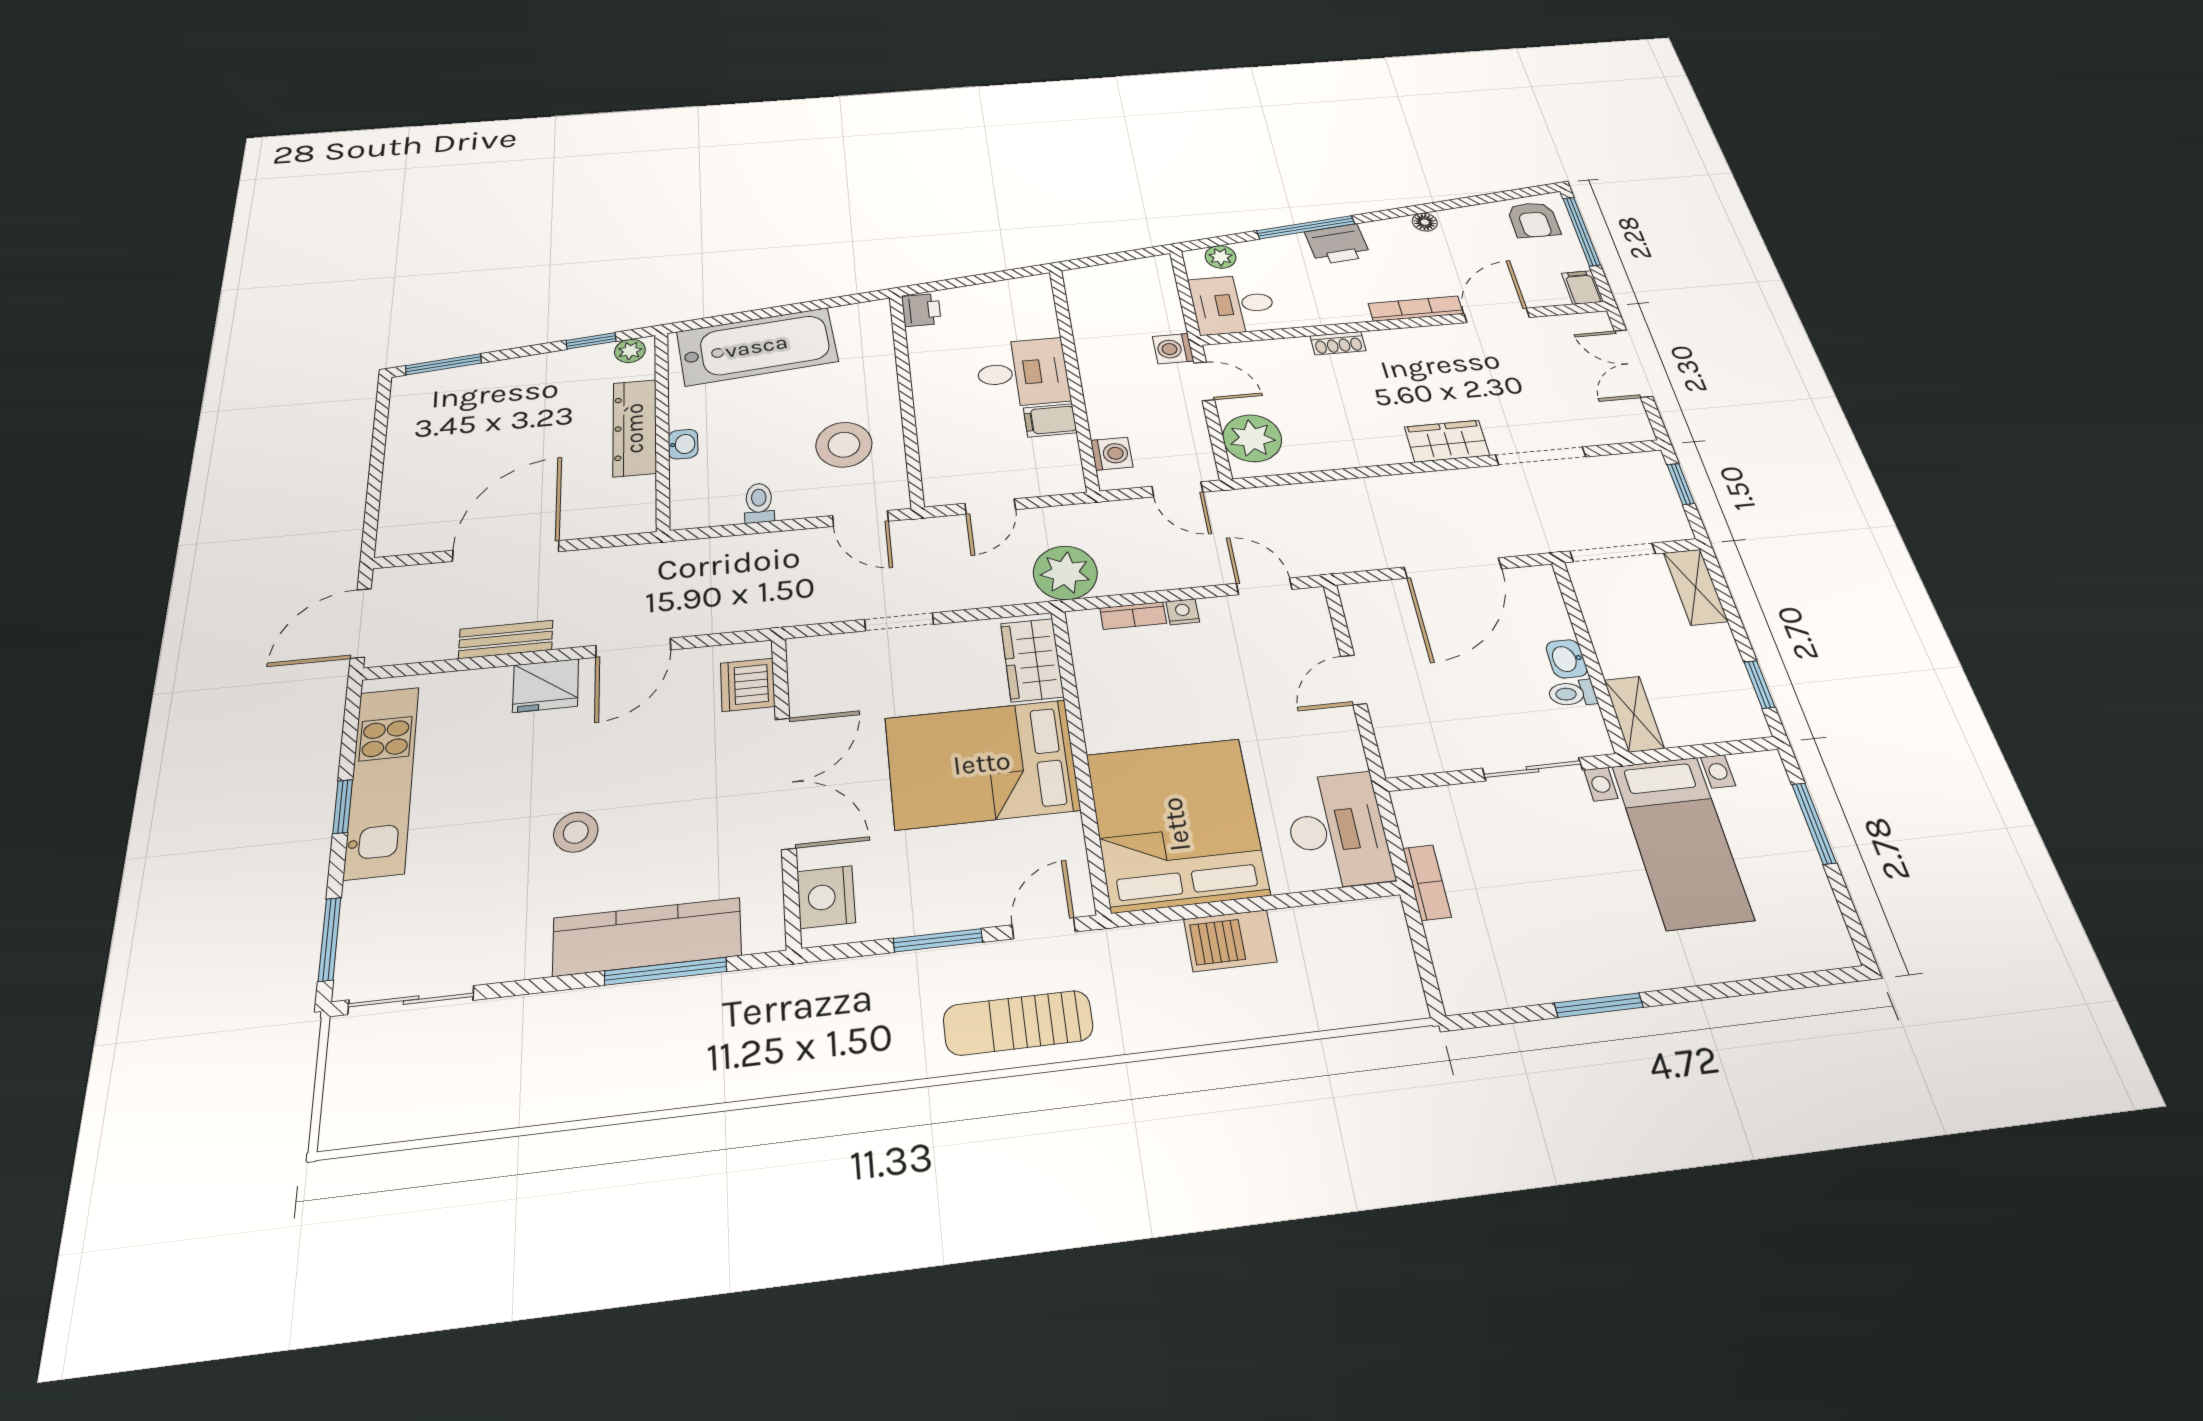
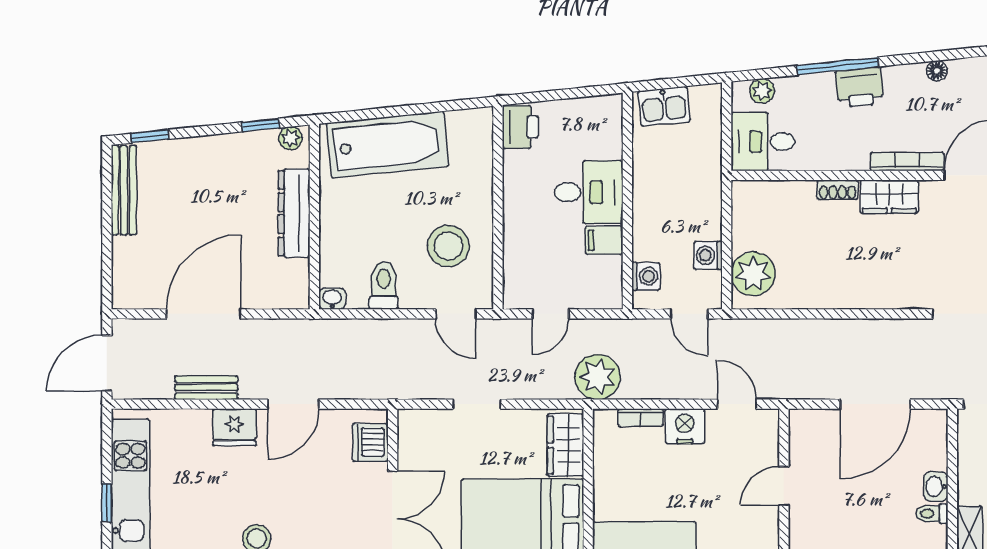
kitchen sink: (1103, 281) -> (664, 106), added
printer: (921, 310) -> (520, 127), width x1.36, depth x1.24
washing machine: (1173, 349) -> (708, 255), moved
window: (443, 364) -> (150, 136), width x0.67
door: (1204, 381) -> (727, 216), removed
bench: (404, 423) -> (124, 190), added
wardrobe: (1447, 441) -> (889, 197), moved, turned 180
washbasin: (683, 444) -> (332, 299), moved, turned -90
toilet: (759, 503) -> (384, 285), width x1.37, depth x1.39
nightstand: (1183, 612) -> (685, 426), width x1.89, depth x1.79

